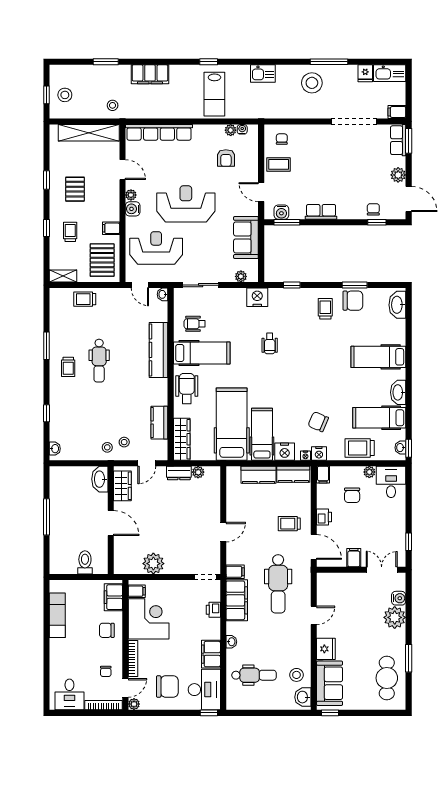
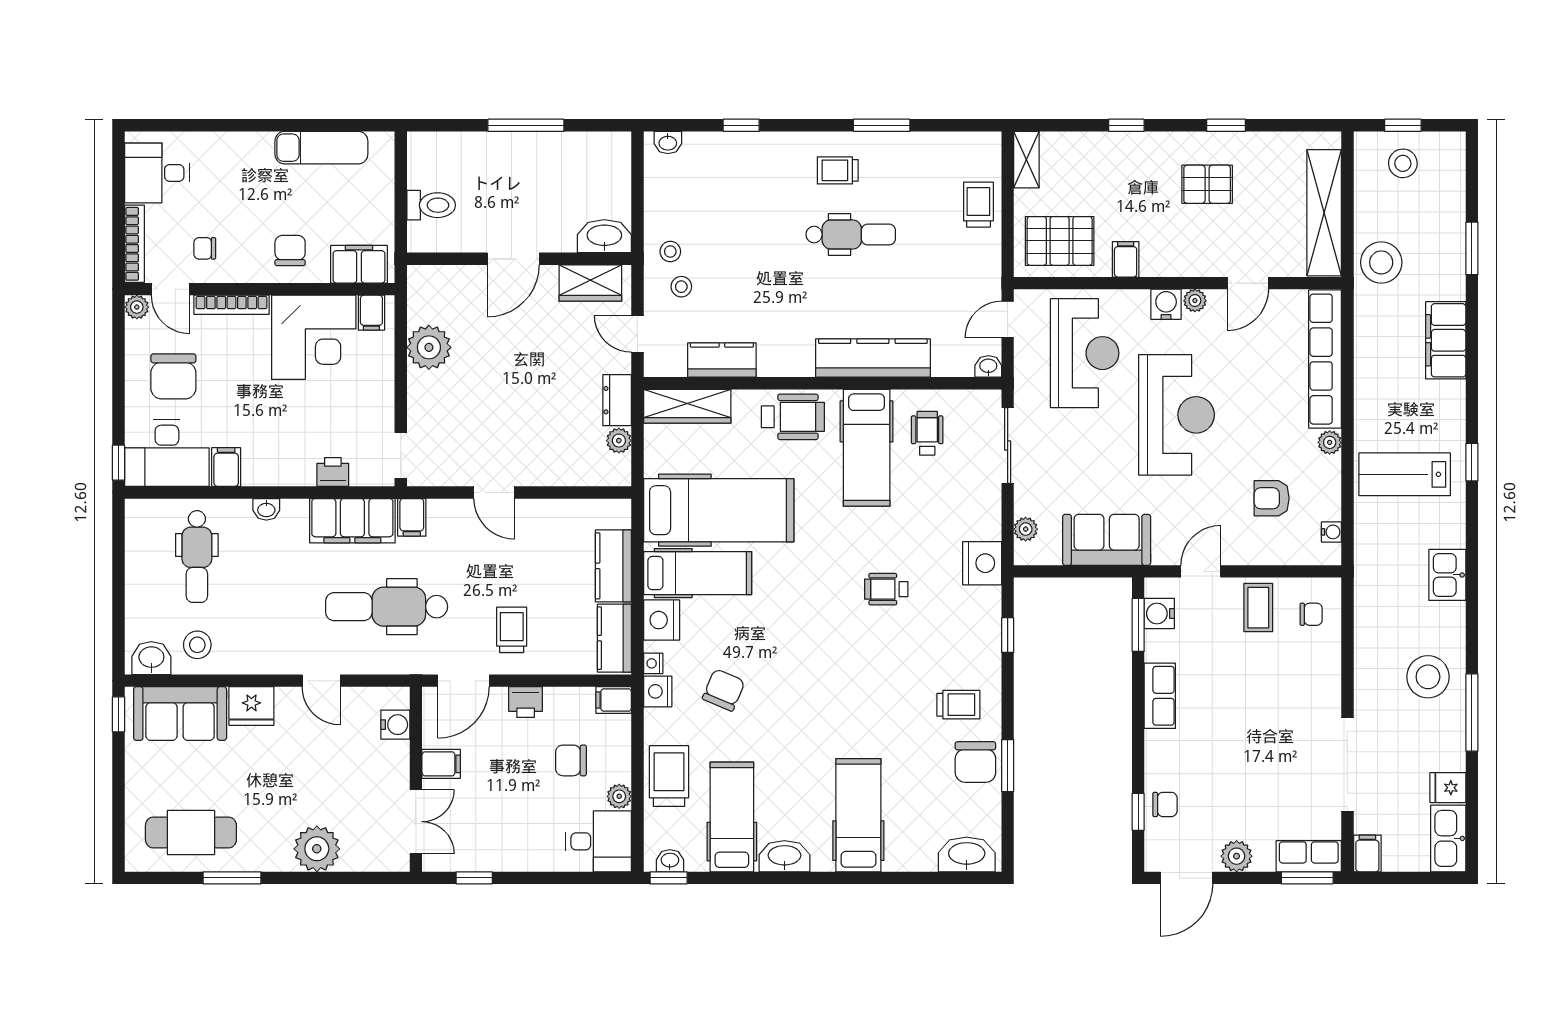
stool: (113, 105) -> (1381, 262), width x1.89, depth x1.89
plant: (231, 130) -> (1330, 442), moved
trolley: (70, 232) -> (1118, 175), removed
dental chair: (99, 361) -> (851, 234), turned 180
water cooler: (399, 598) -> (395, 725), moved, turned -90
filing cabinet: (211, 654) -> (226, 467), width x0.50

